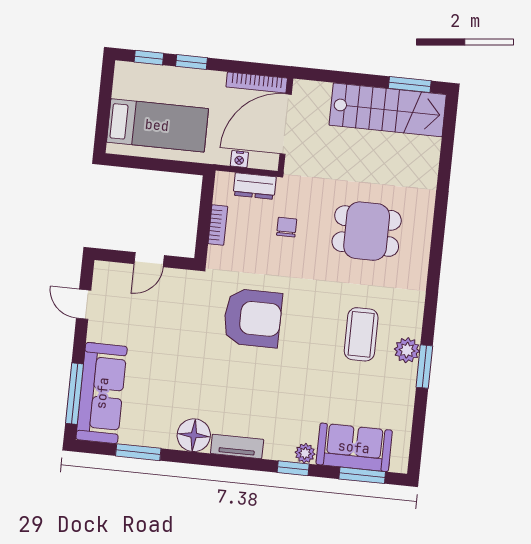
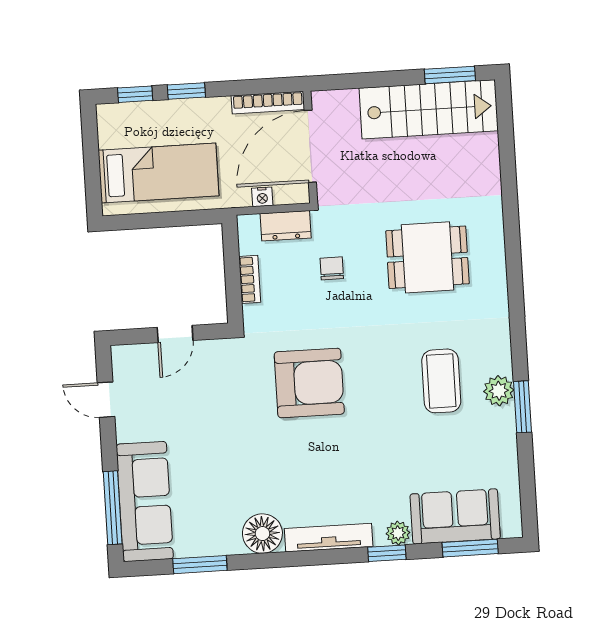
tv unit: (237, 446) -> (329, 538), width x1.41

